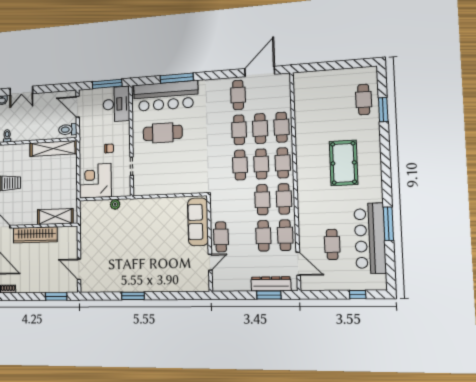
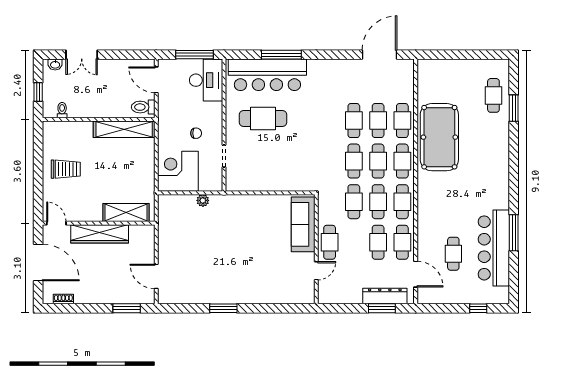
cafe table: (238, 95) -> (354, 202), moved
pool table: (344, 163) -> (439, 137), moved, width x1.36, depth x1.32

